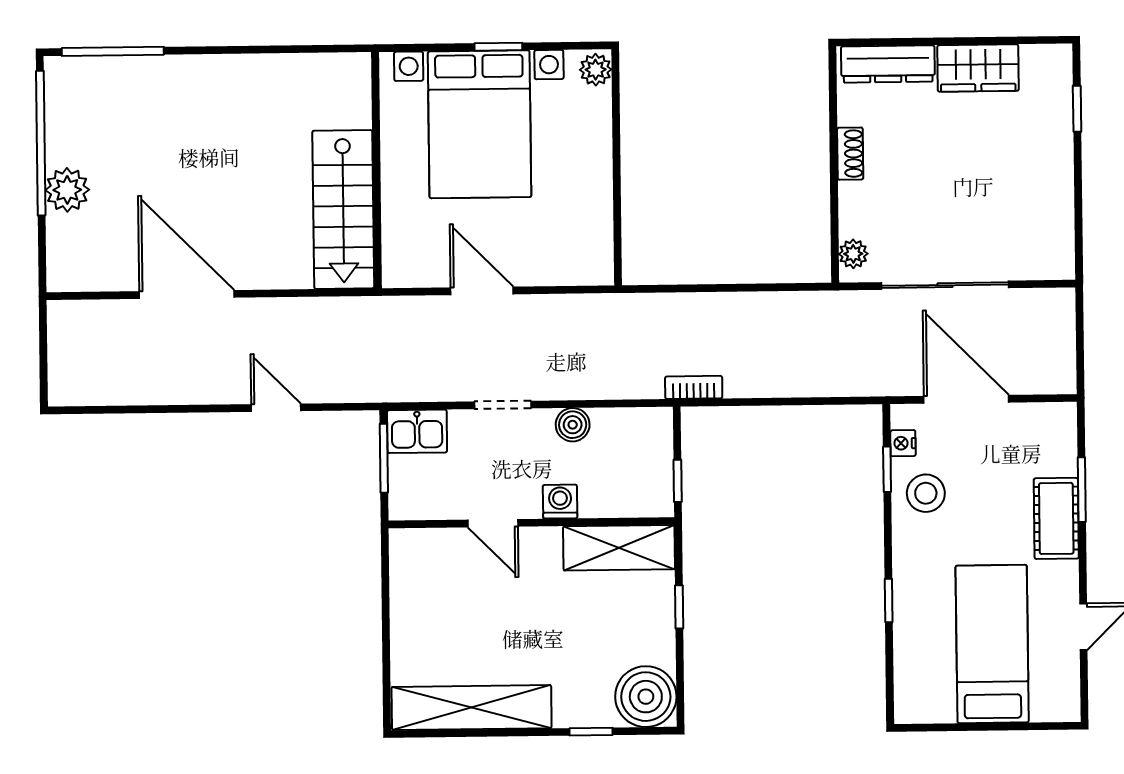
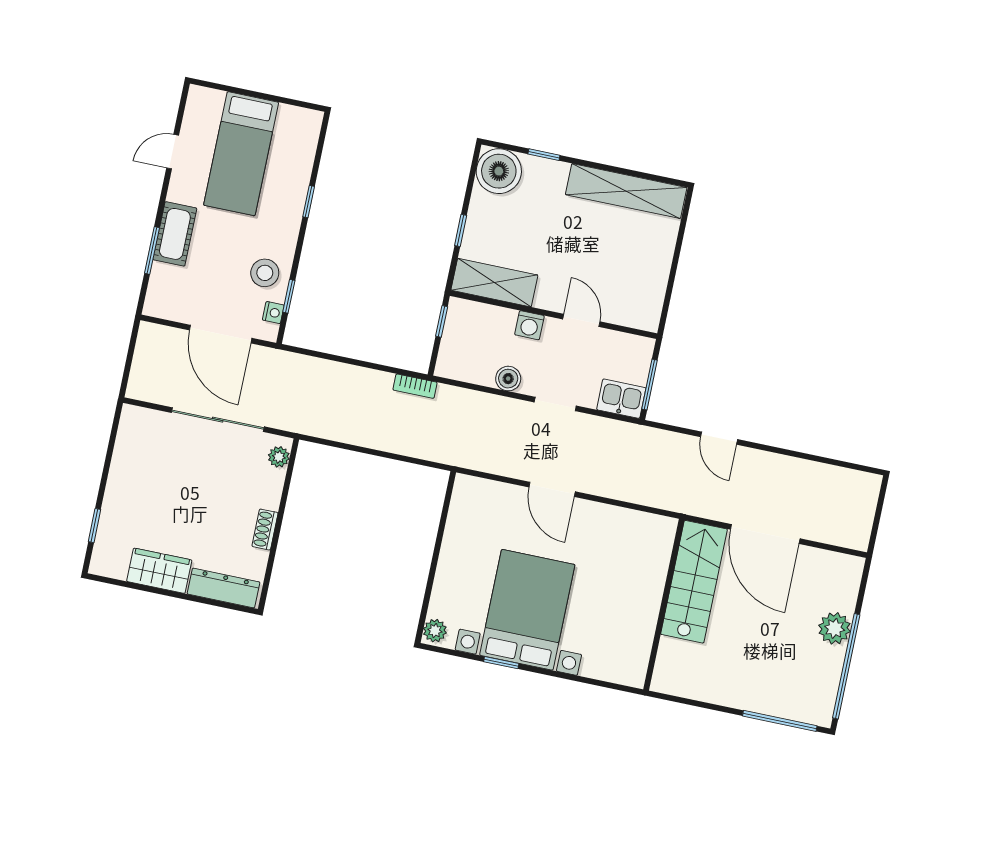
wall: (376, 170) -> (664, 605), moved
stairs: (343, 209) -> (694, 582), moved

